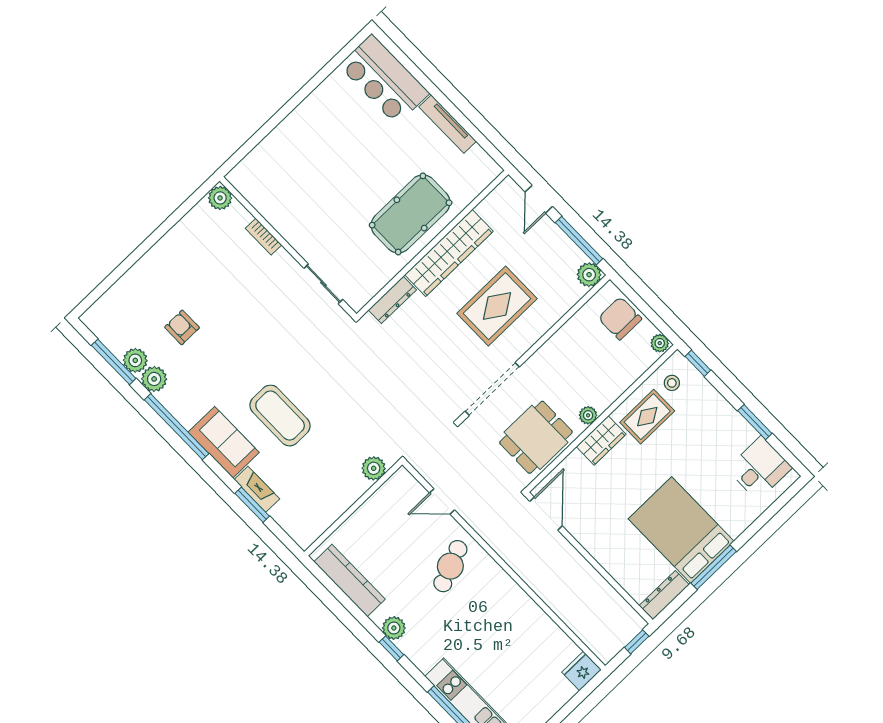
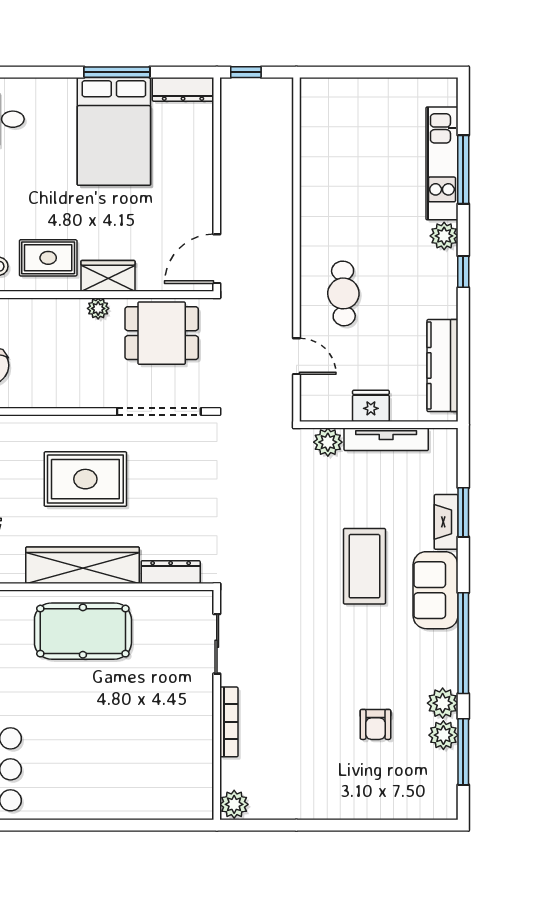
bookcase: (264, 237) -> (229, 722), width x1.56
tv unit: (340, 504) -> (386, 439), added
cafe table: (450, 566) -> (343, 293), turned -70
plant: (394, 628) -> (444, 236), moved
fridge: (582, 671) -> (371, 406), moved, turned 180

